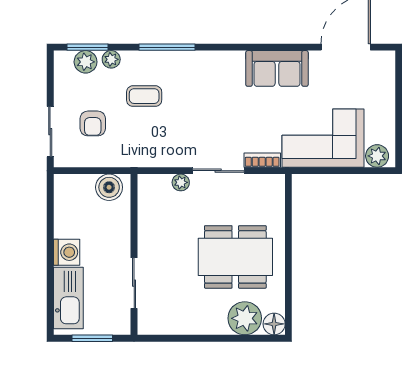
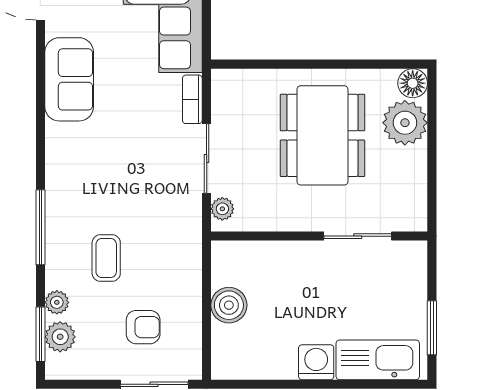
wall: (134, 254) -> (319, 236), moved
sliding door: (134, 283) -> (358, 236), moved

